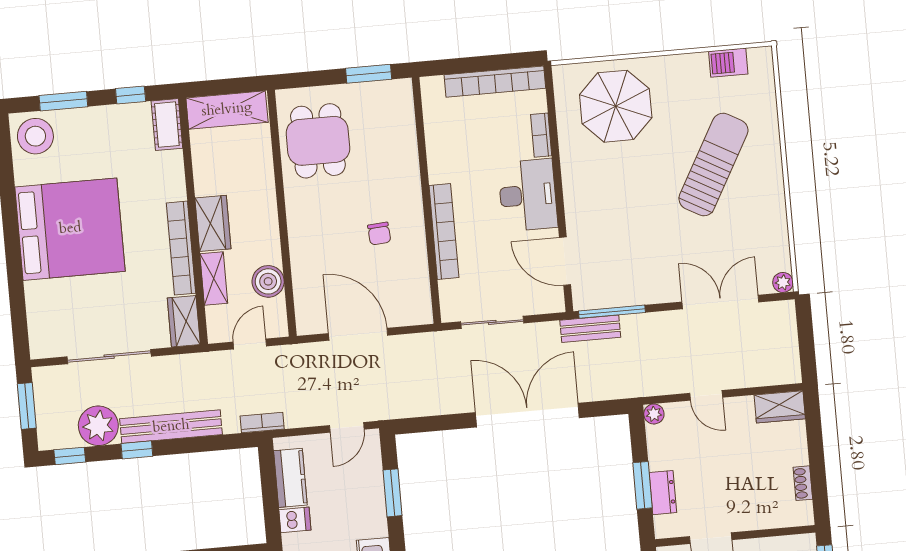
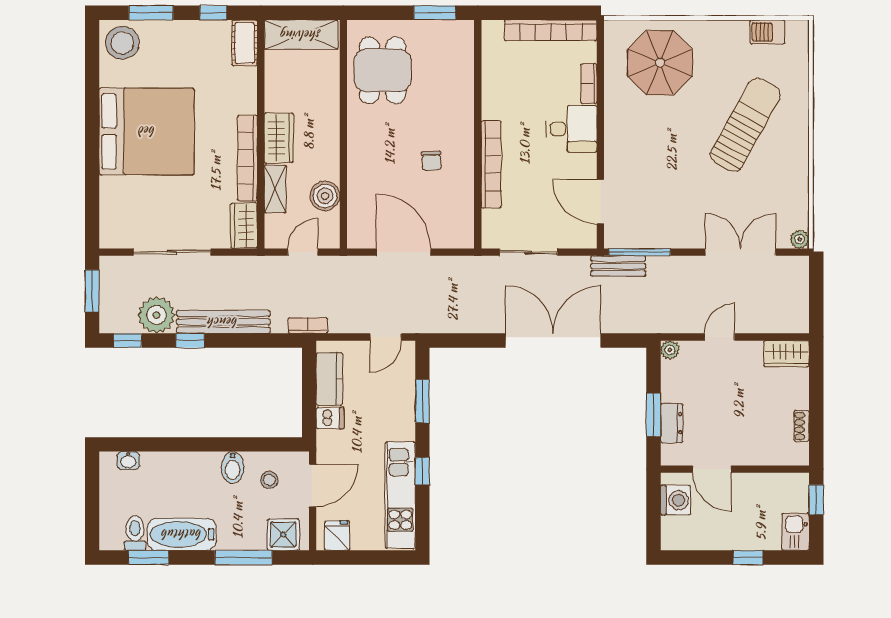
desk: (528, 195) -> (572, 129), width x0.73
door: (706, 395) -> (720, 337), swing flipped

